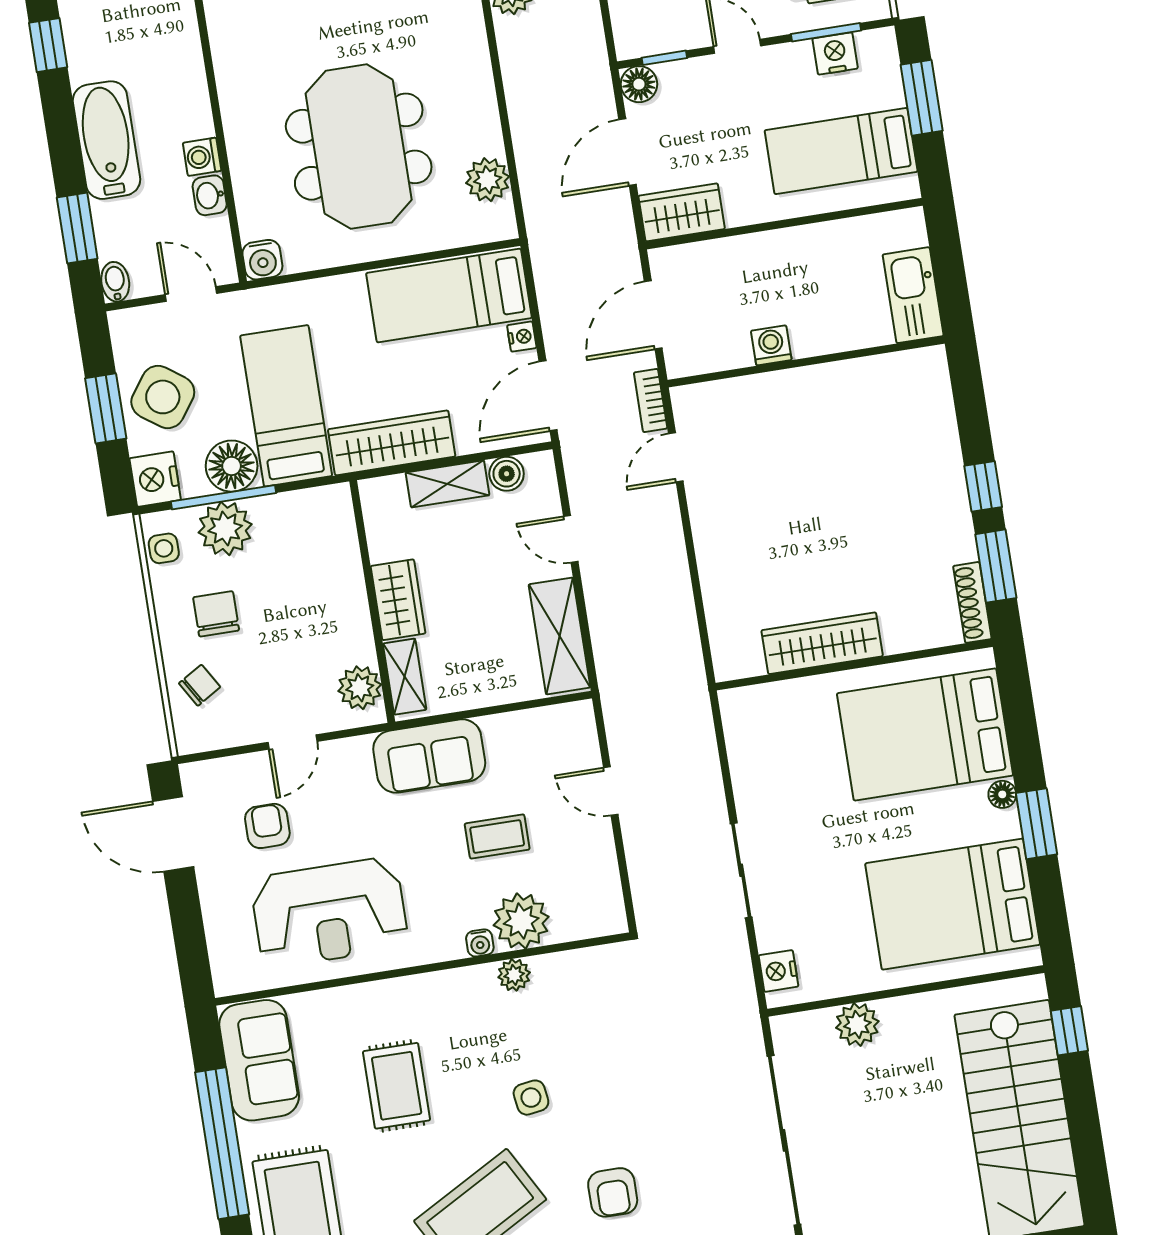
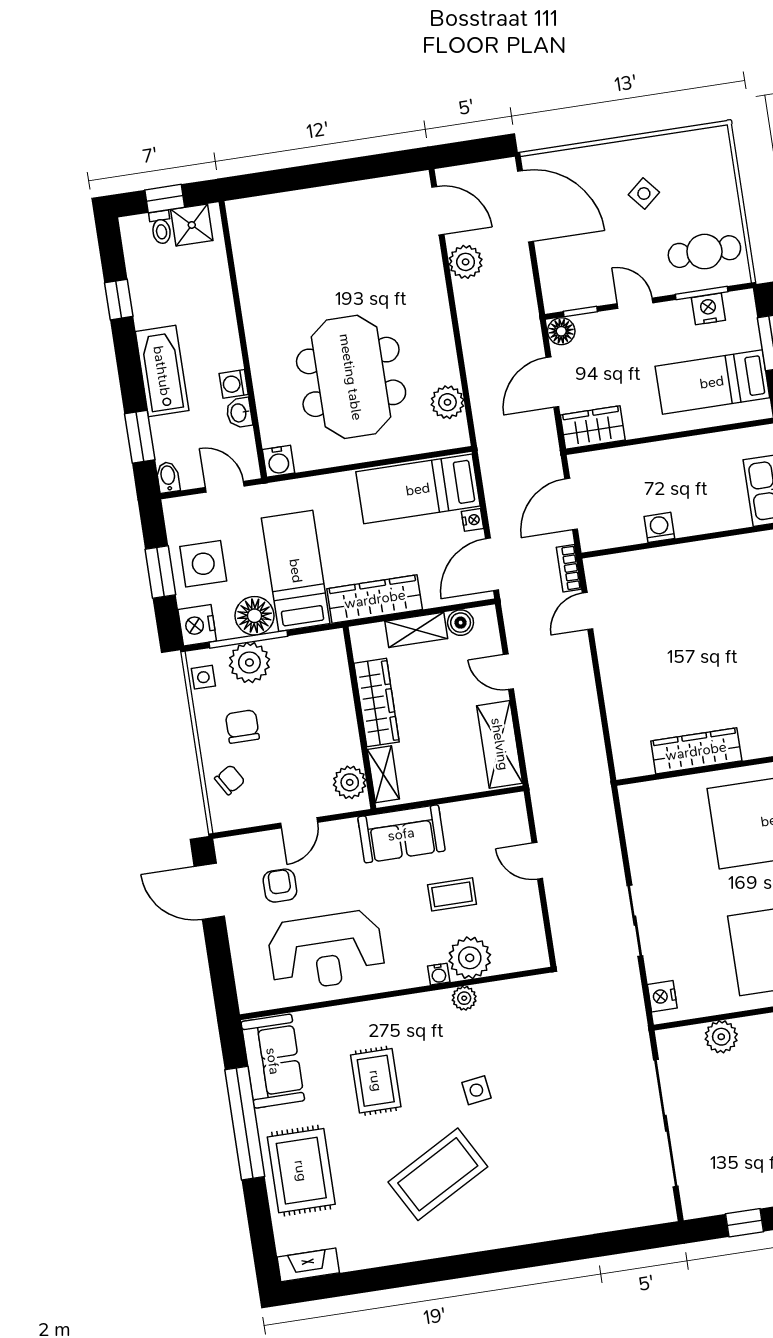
side table: (163, 397) -> (203, 564), turned -36
wardrobe: (398, 600) -> (377, 703), width x1.50
armchair: (613, 1192) -> (537, 1162), removed

